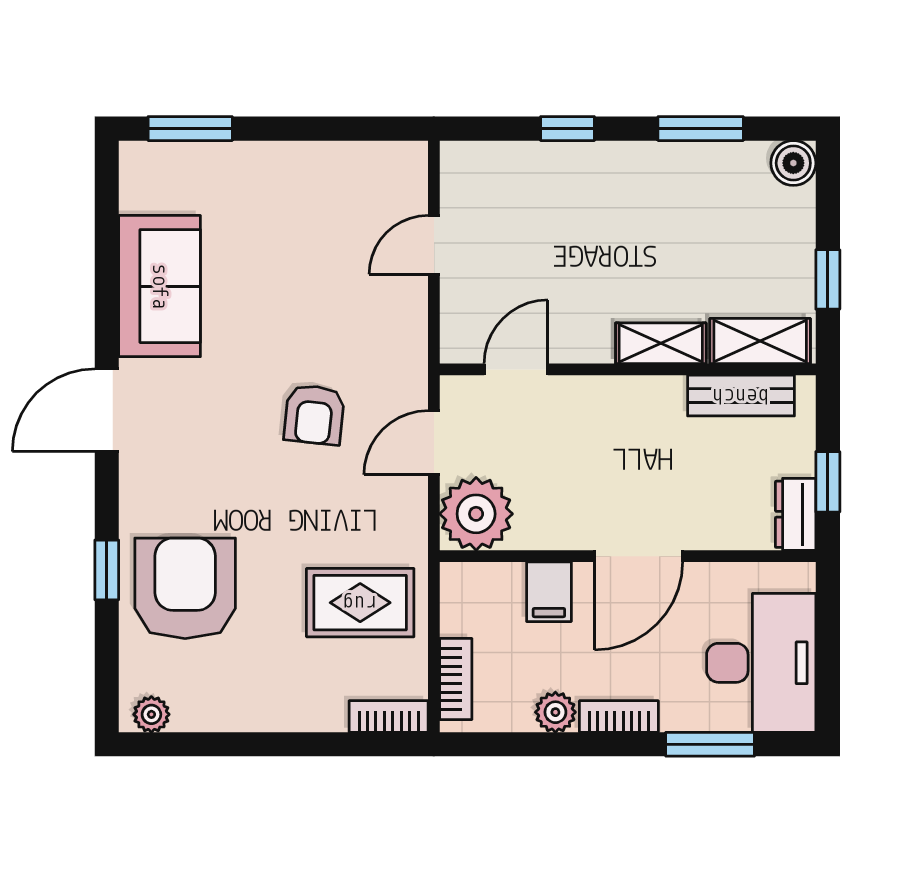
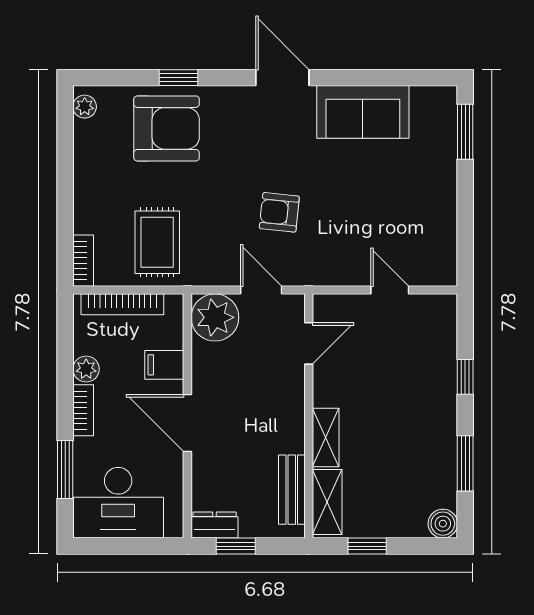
door: (516, 369) -> (309, 343), hinge flipped
bookcase: (456, 679) -> (122, 304), width x1.56

